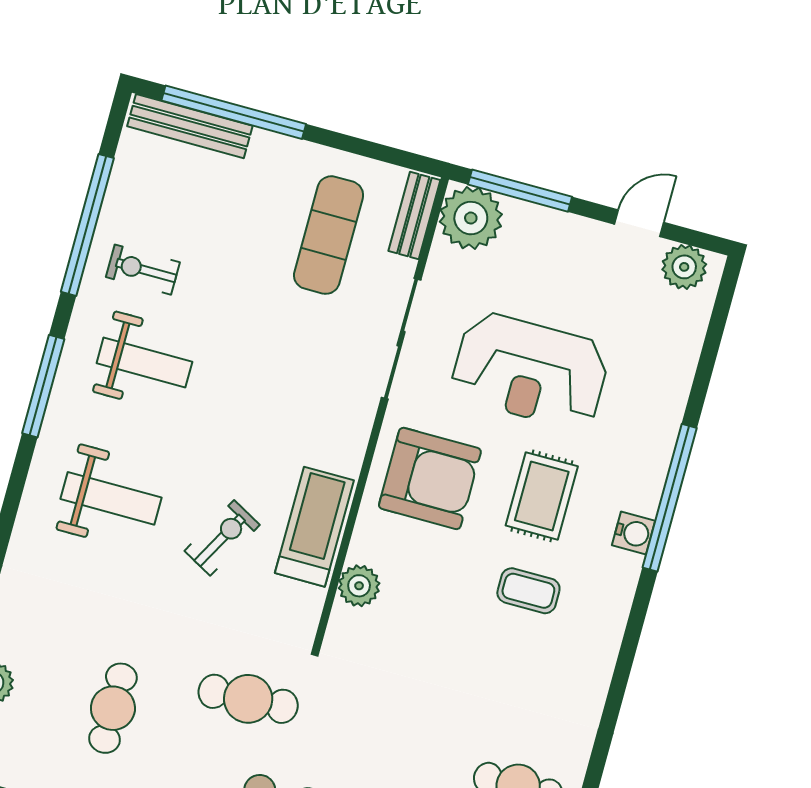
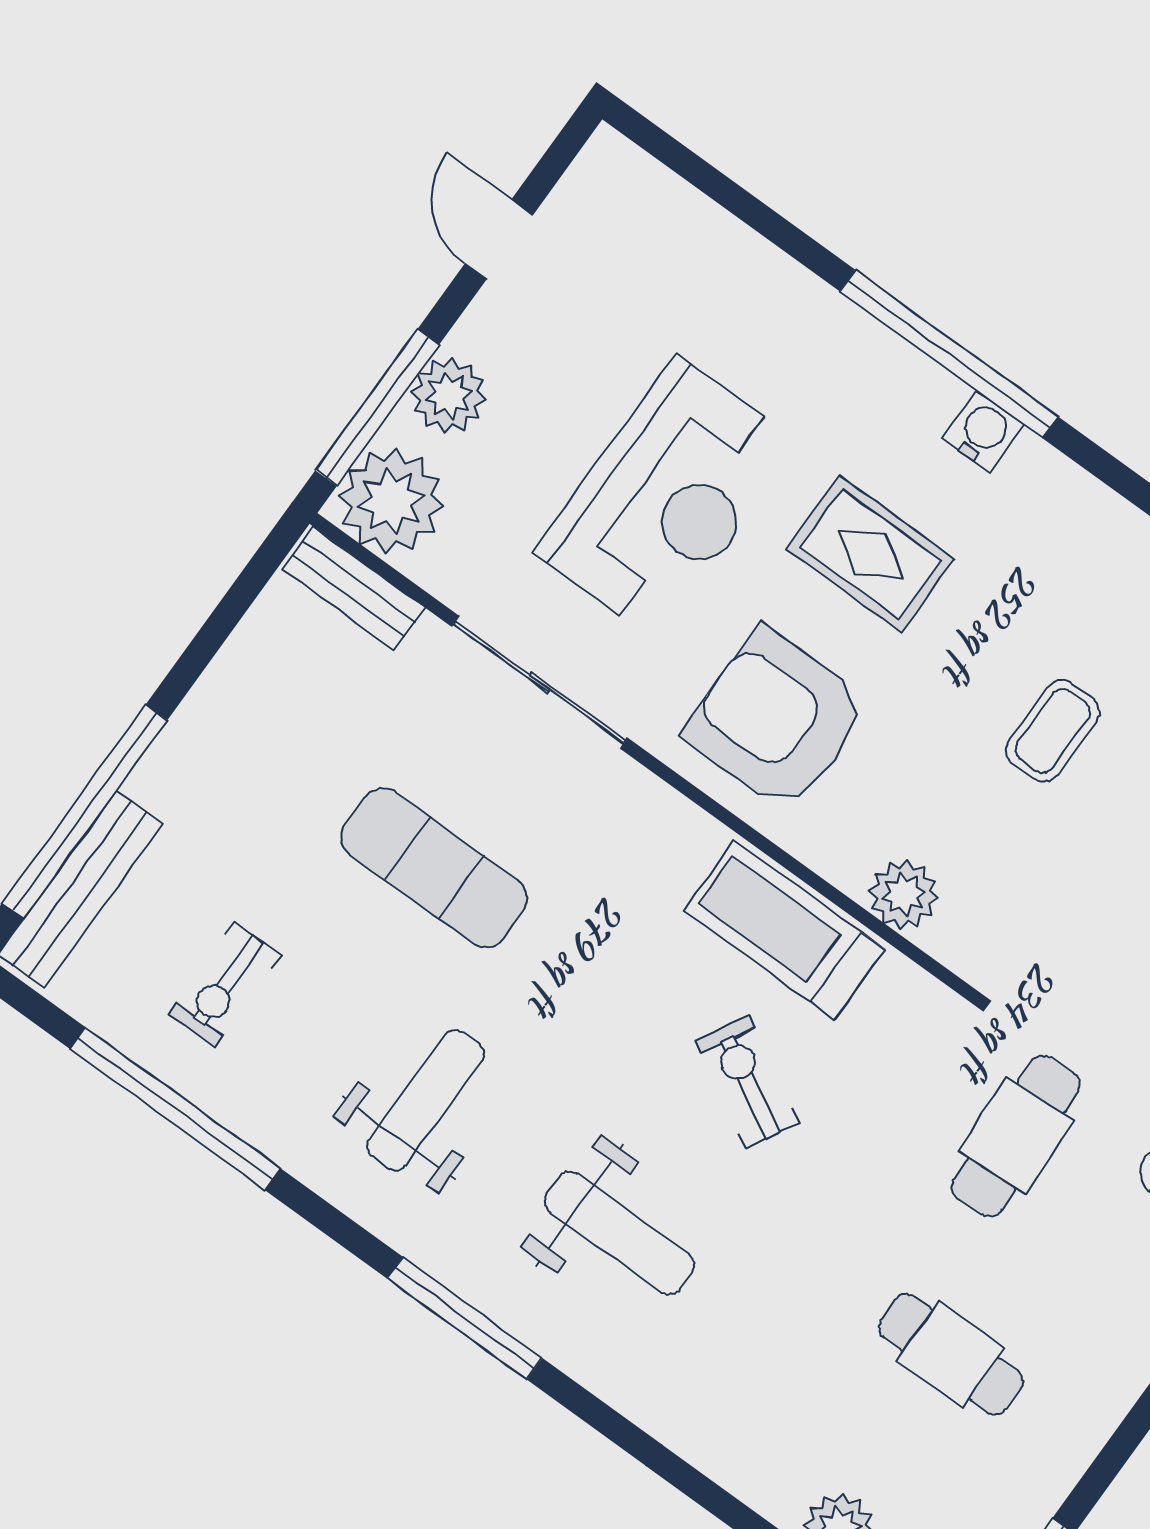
exercise mat: (329, 235) -> (434, 868), moved
plant: (684, 267) -> (449, 395), moved
exercise bike: (143, 270) -> (225, 985), moved
window: (43, 386) -> (465, 1318), moved
armchair: (430, 478) -> (777, 720), turned -90
weight bench: (111, 498) -> (619, 1233), turned 90
coffee table: (528, 591) -> (1053, 731), moved

